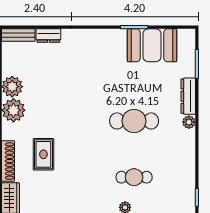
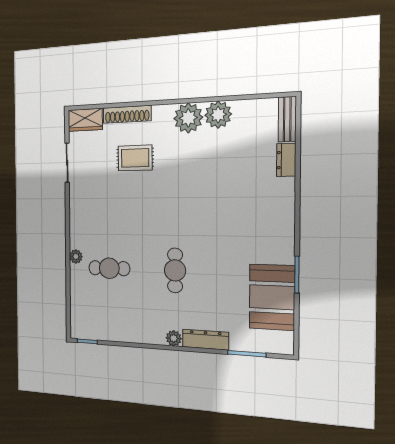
cafe table: (134, 121) -> (175, 270), width x0.73, depth x0.74
cafe table: (134, 177) -> (109, 268), turned 90

